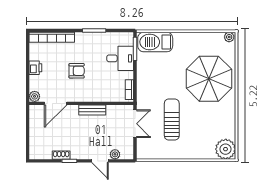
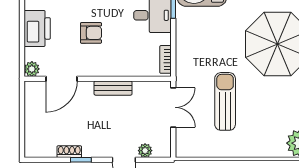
printer: (35, 68) -> (37, 28), width x1.87, depth x1.48

